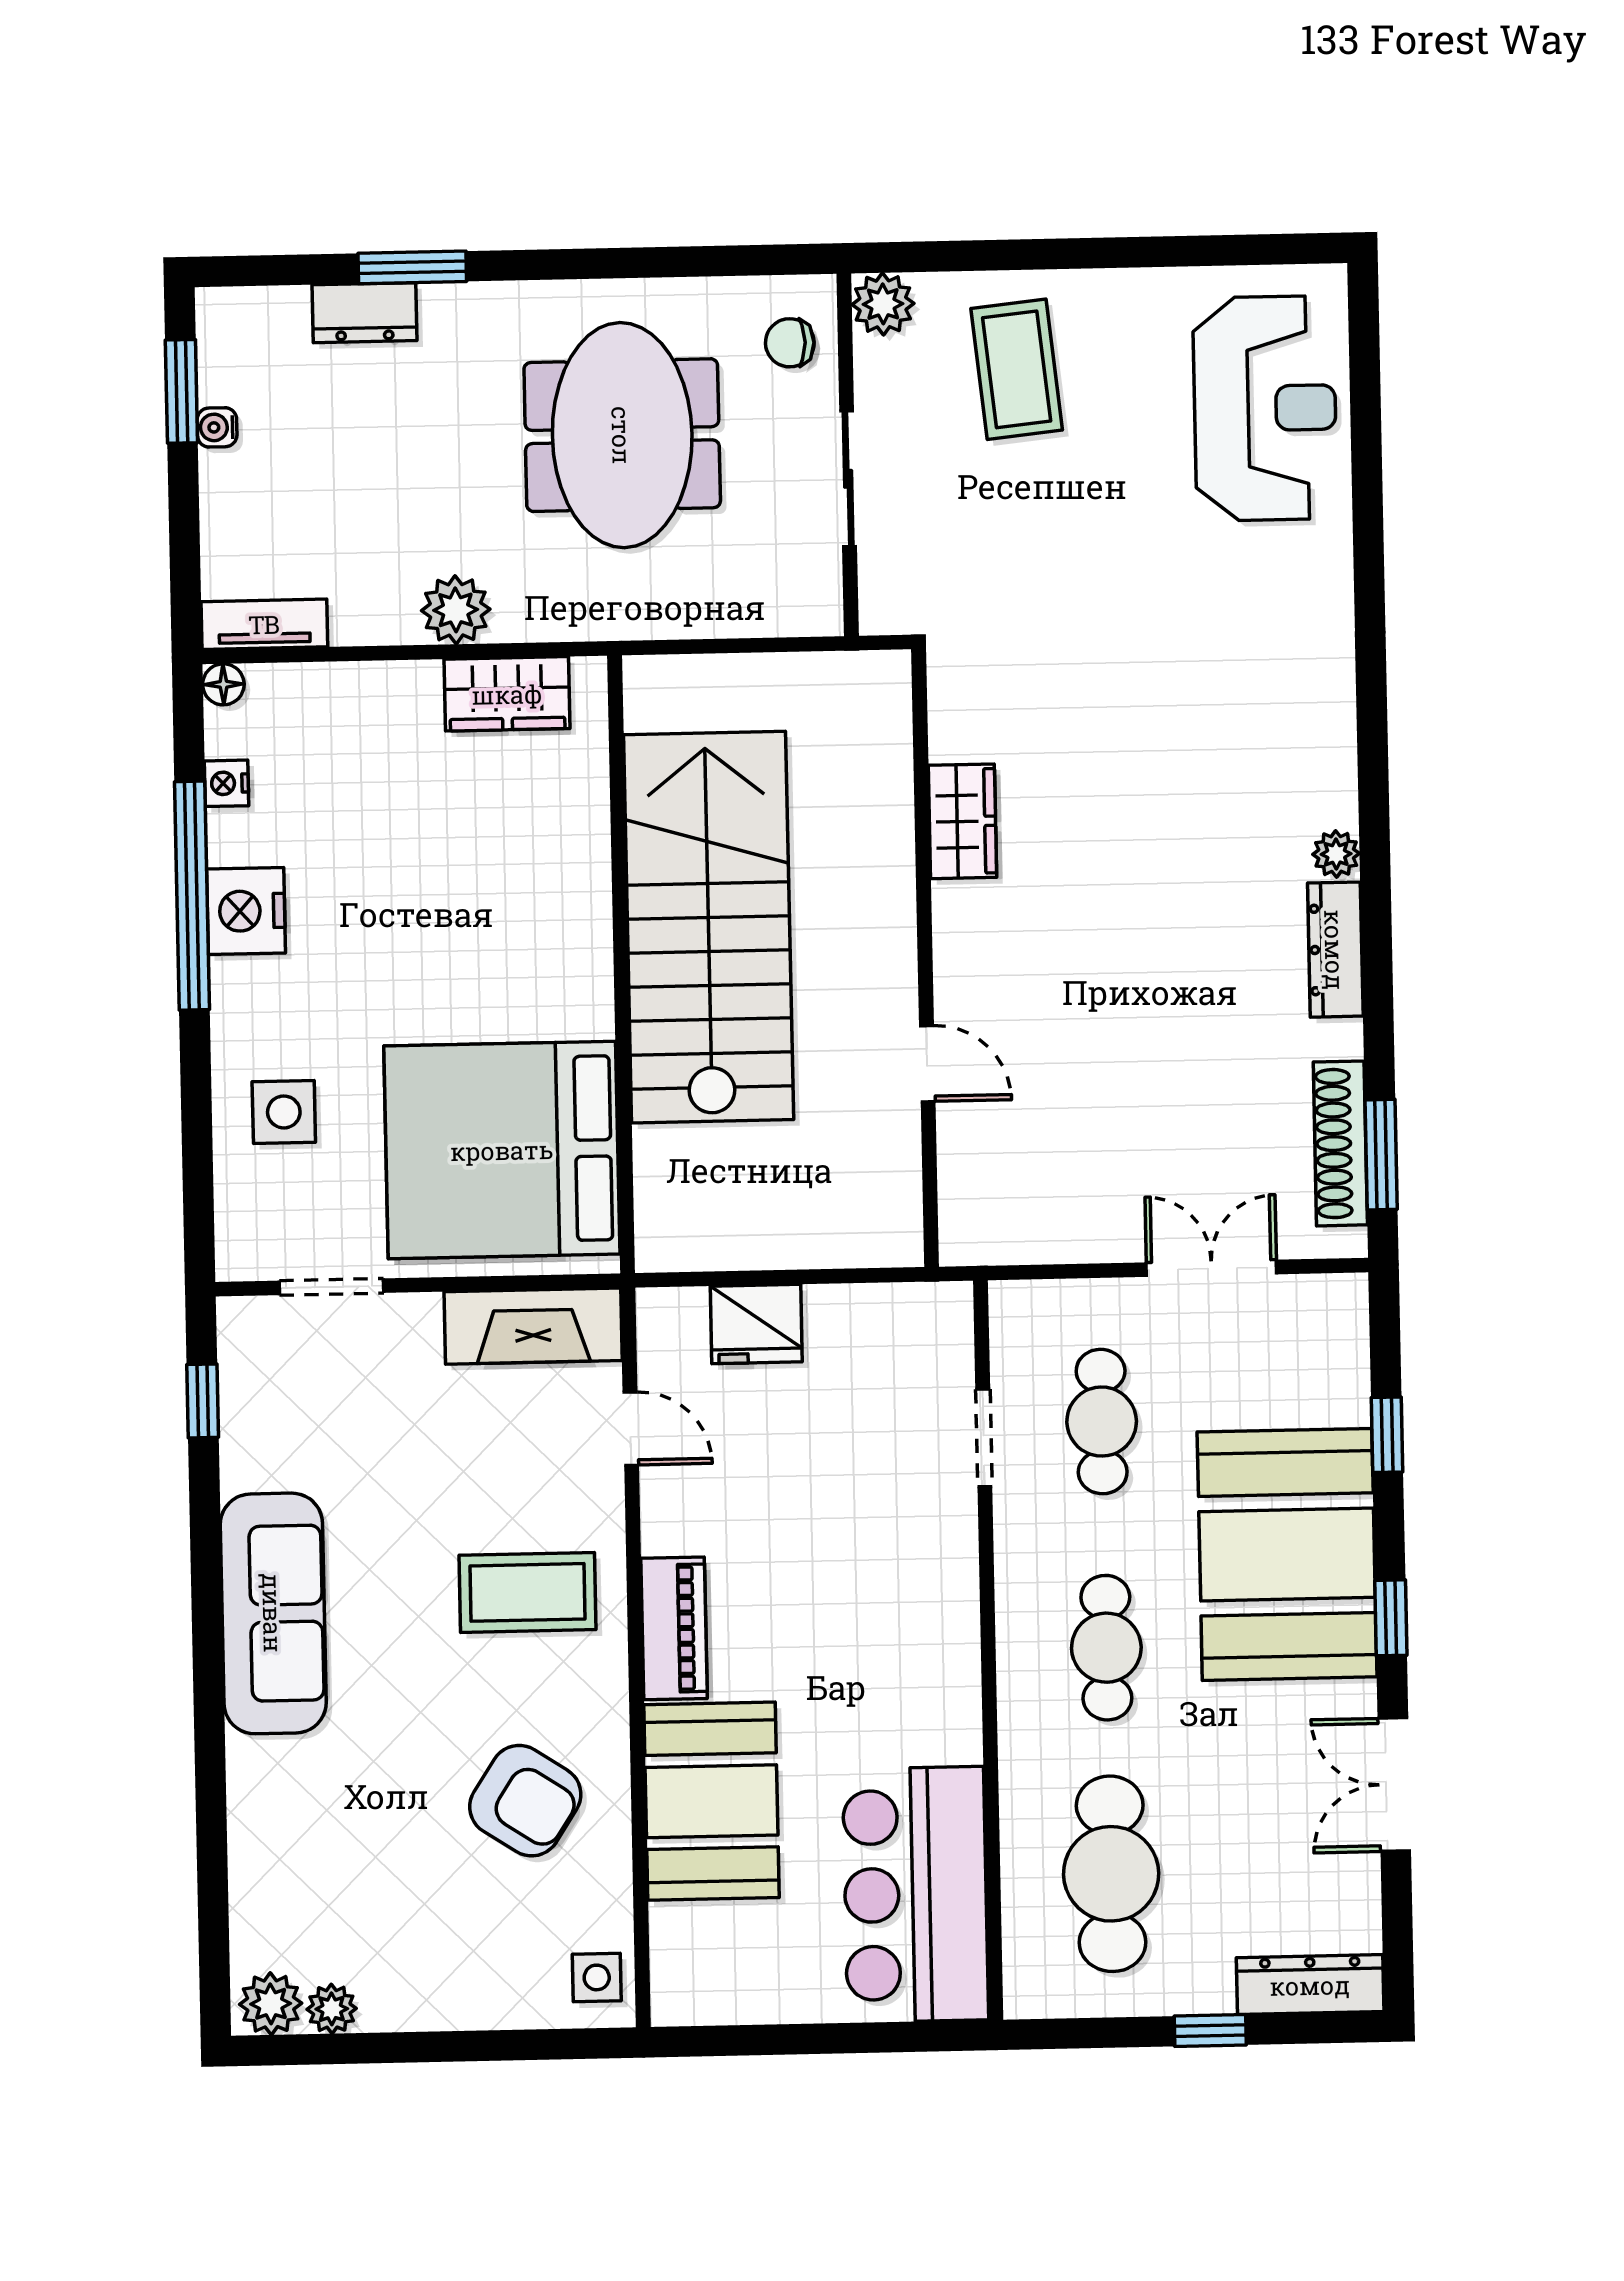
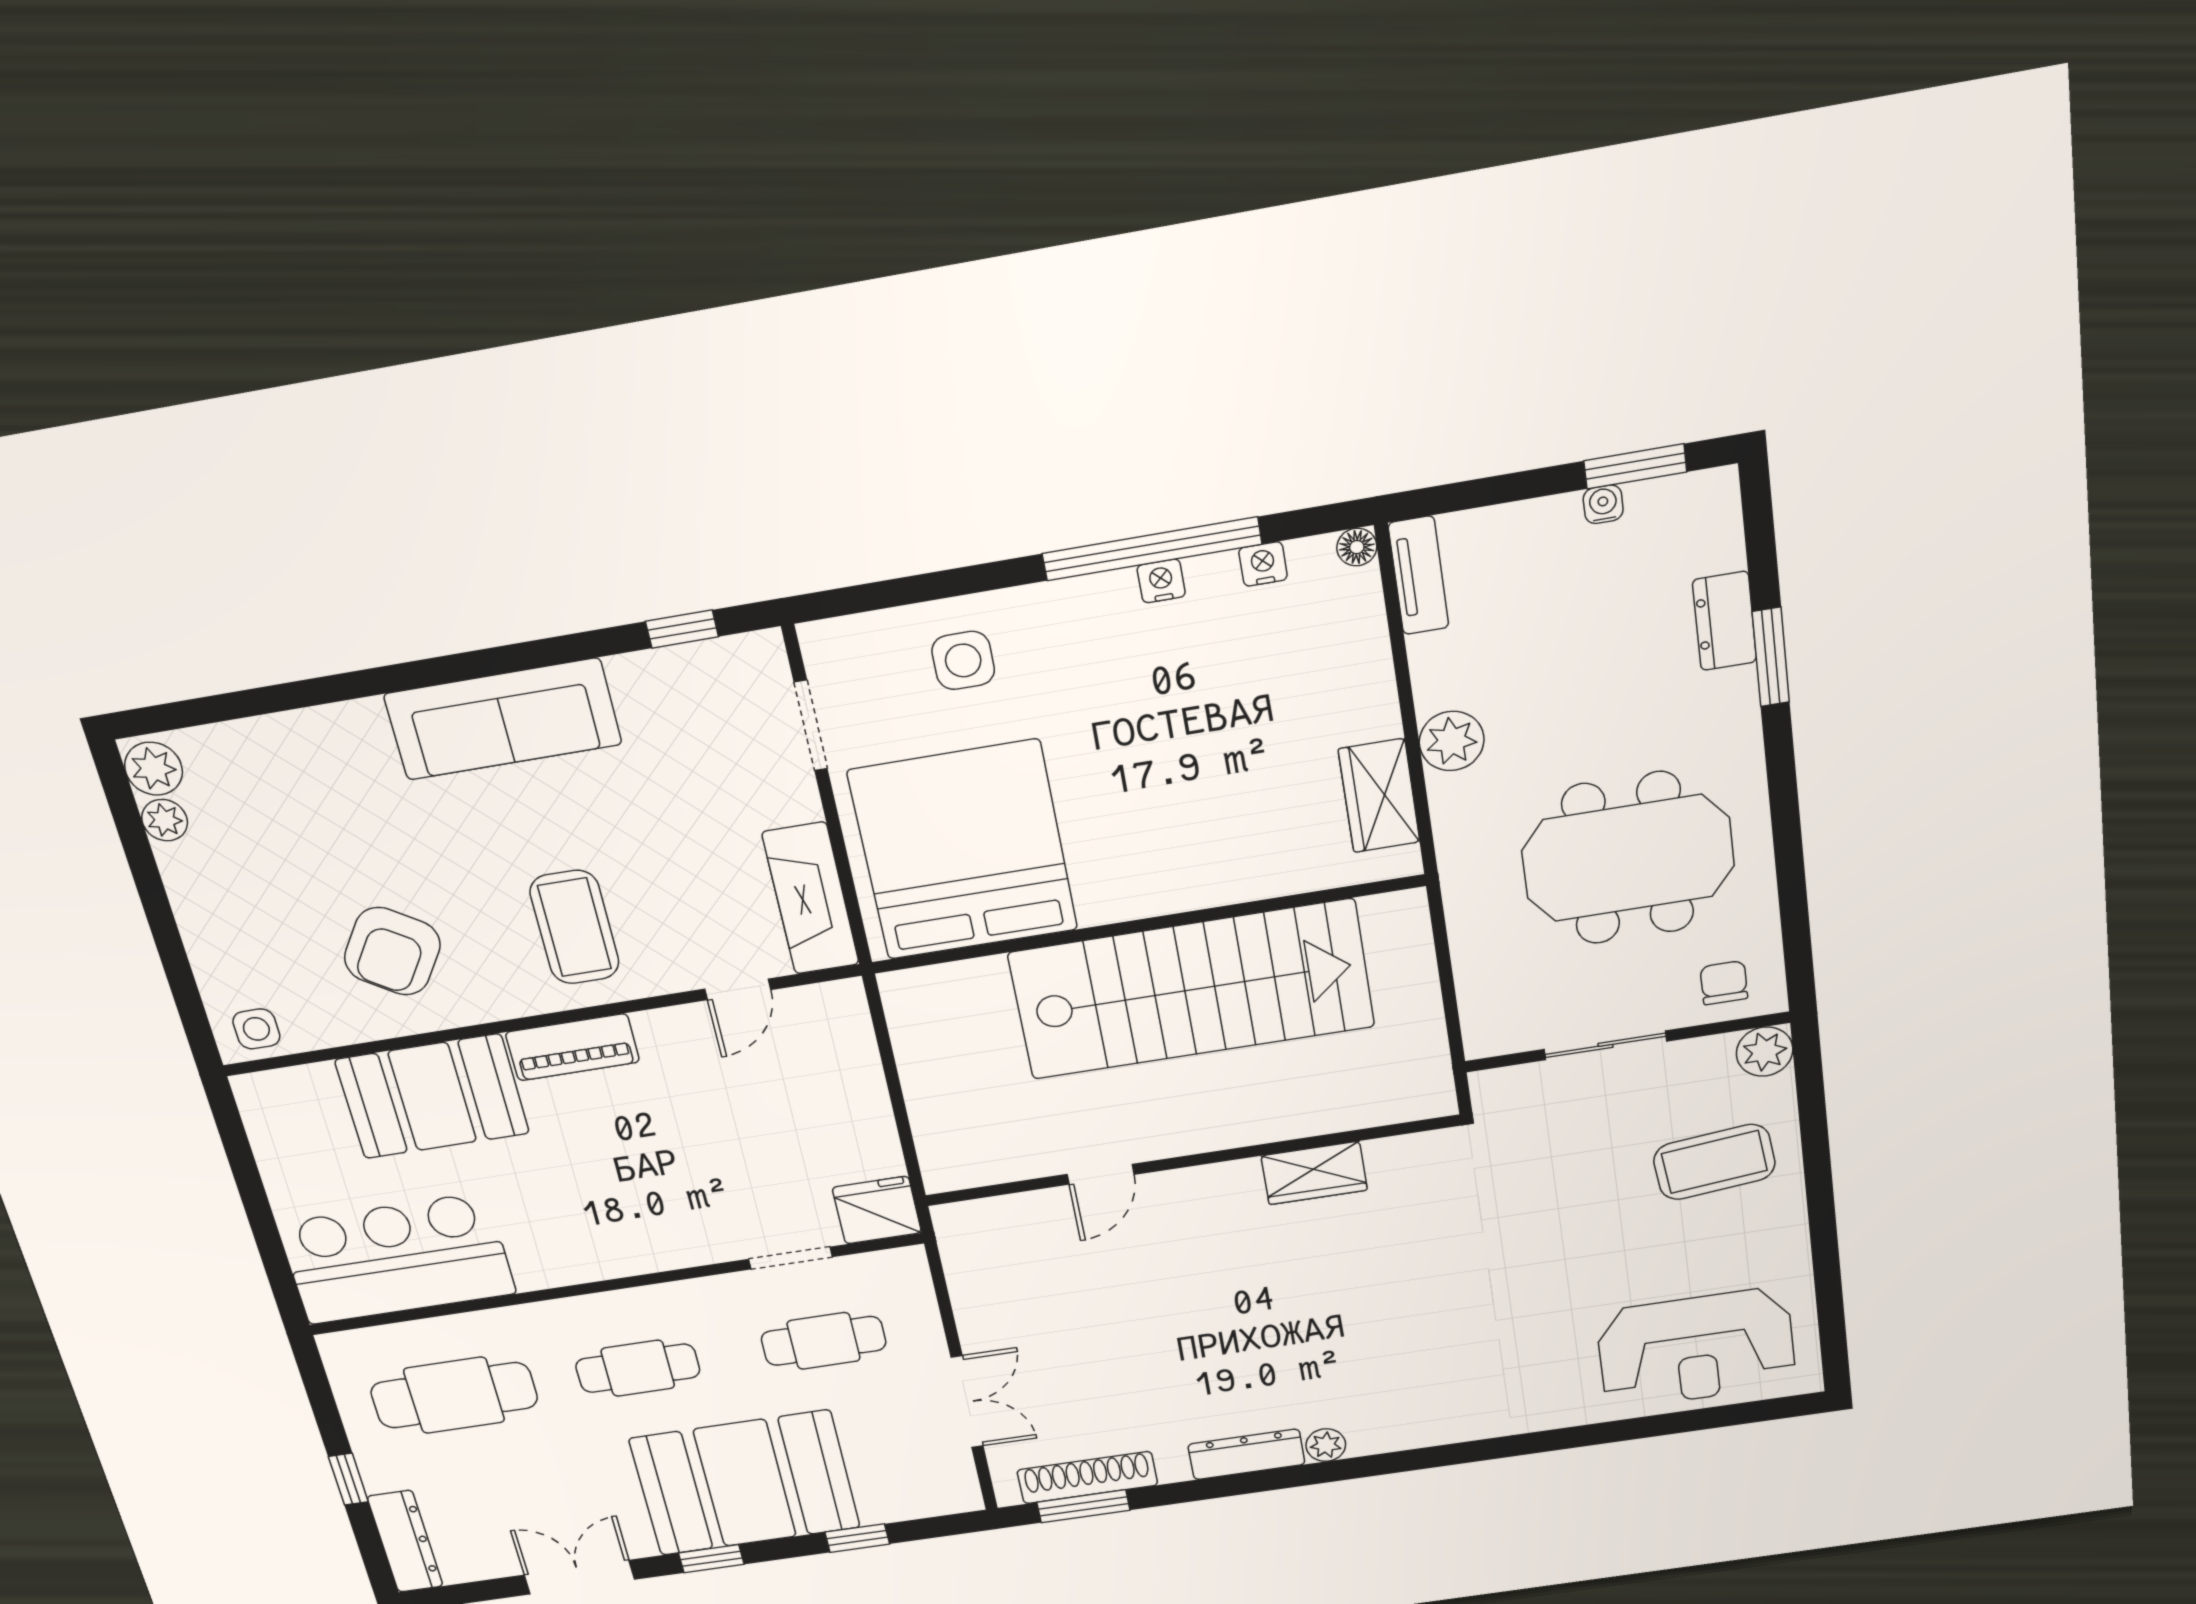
nightstand: (246, 911) -> (1161, 581), width x0.53, depth x0.56
fridge: (756, 1324) -> (877, 1210), moved, turned 90

